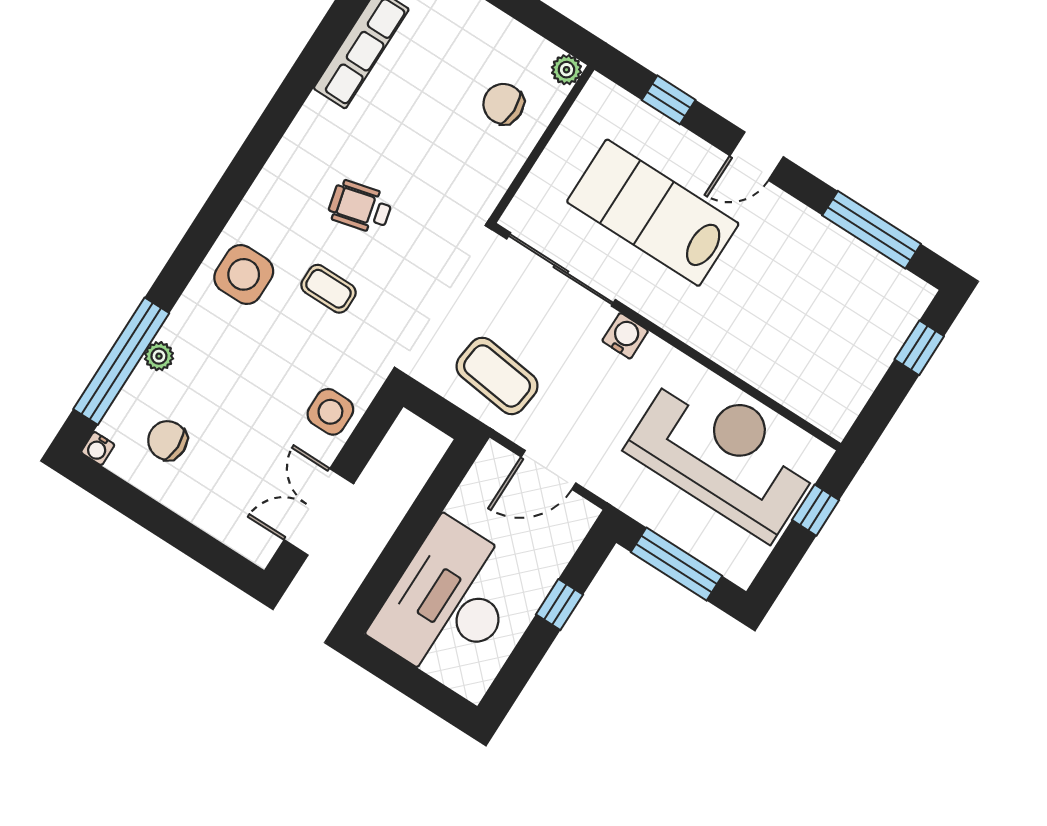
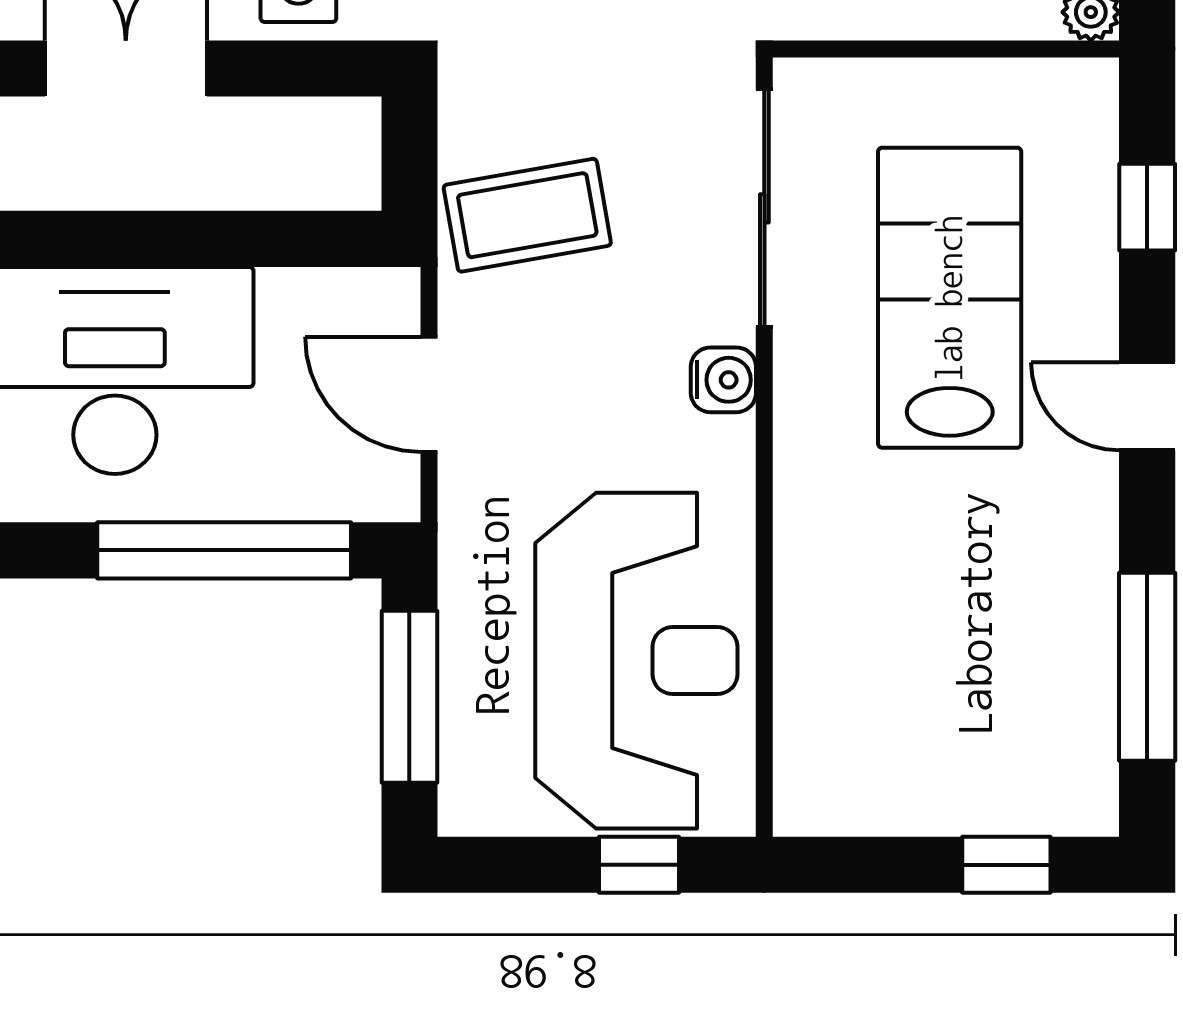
coffee table: (497, 376) -> (527, 215), turned 73
window: (559, 605) -> (224, 550), width x3.17

